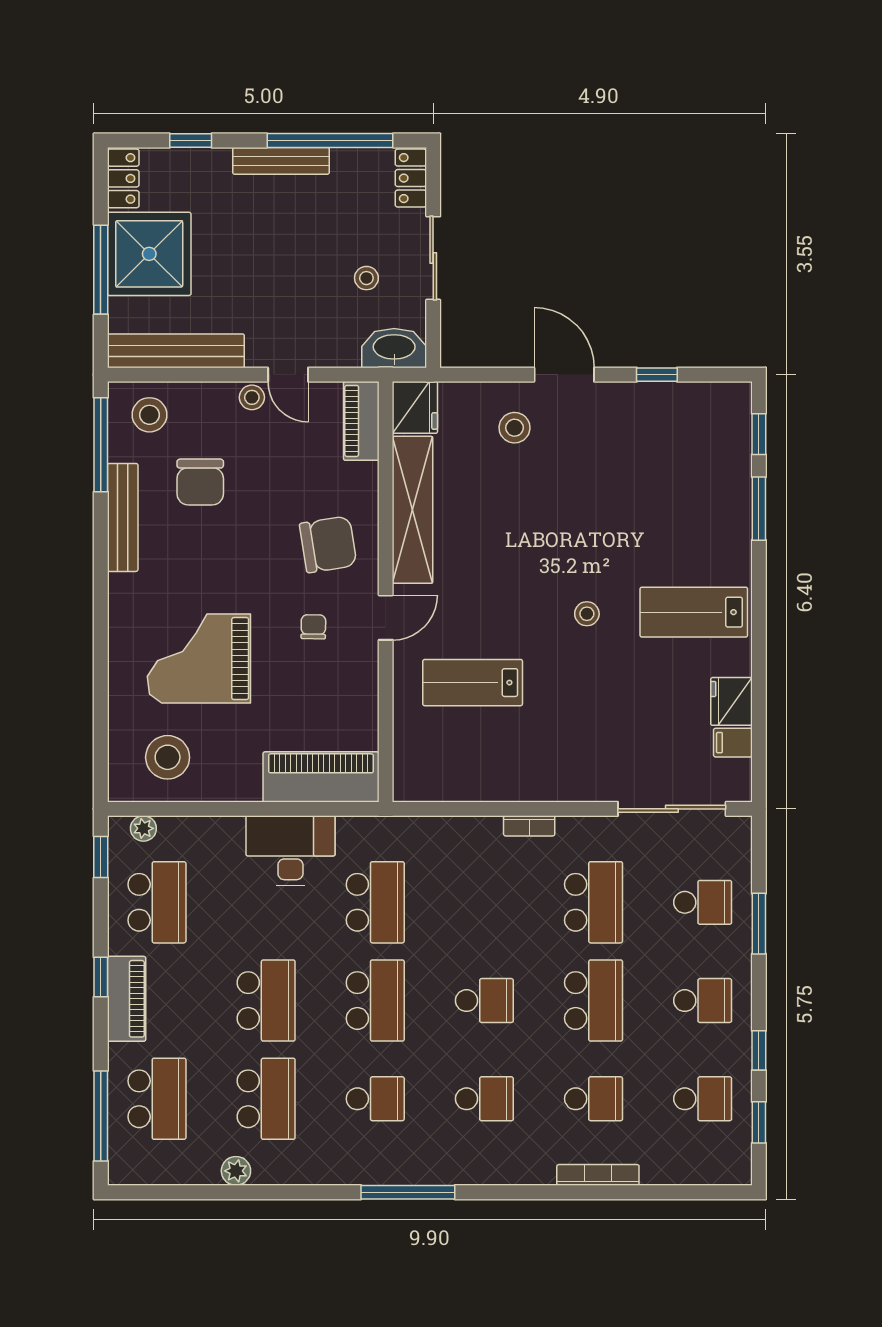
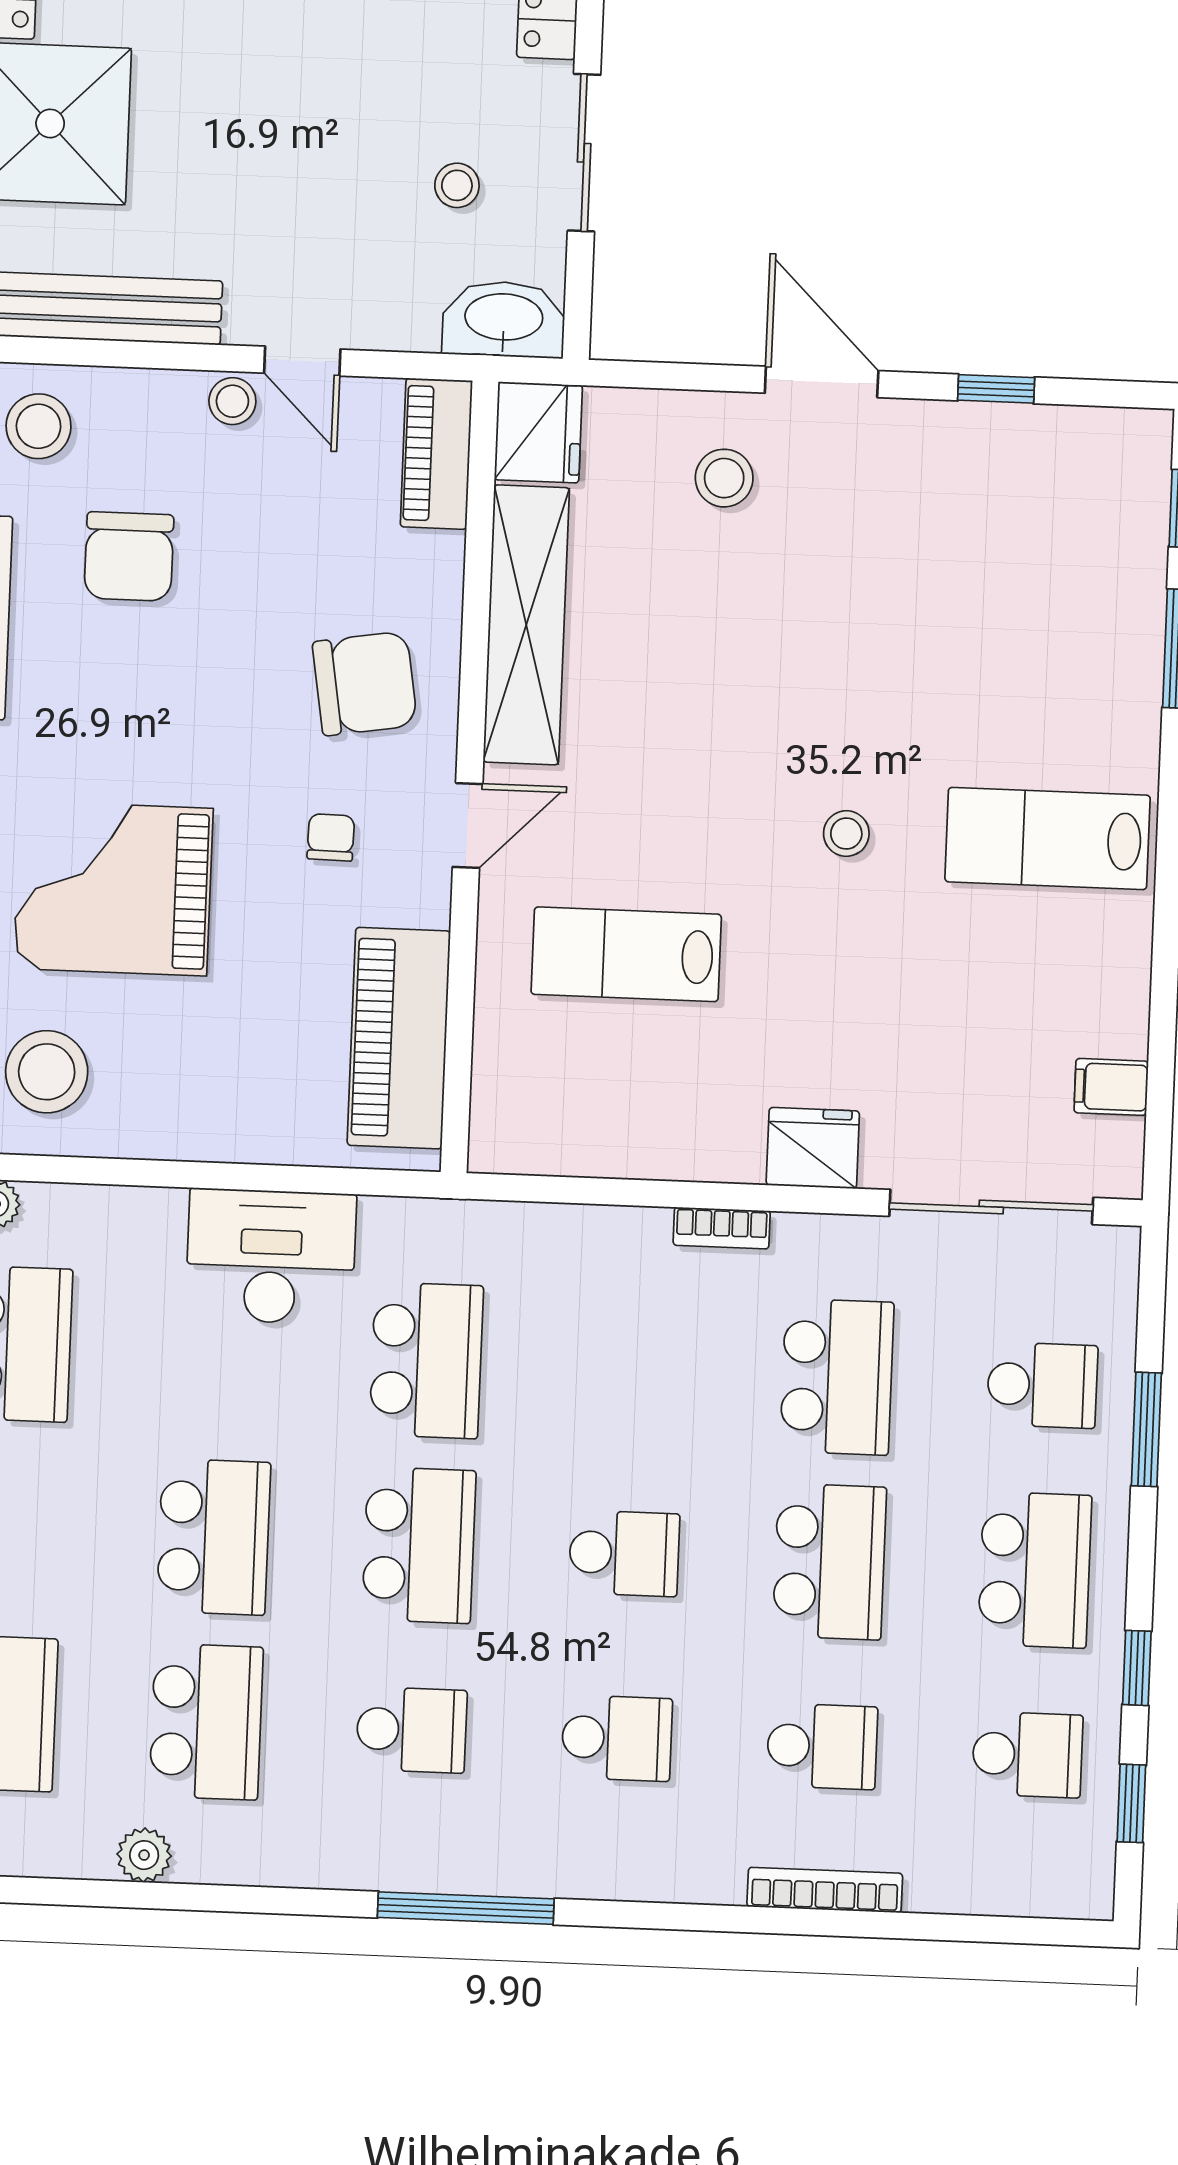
fridge: (731, 701) -> (813, 1148), moved, turned 90
piano: (321, 777) -> (399, 1038), moved, turned -90
school desk: (703, 1001) -> (1035, 1570), width x1.85

